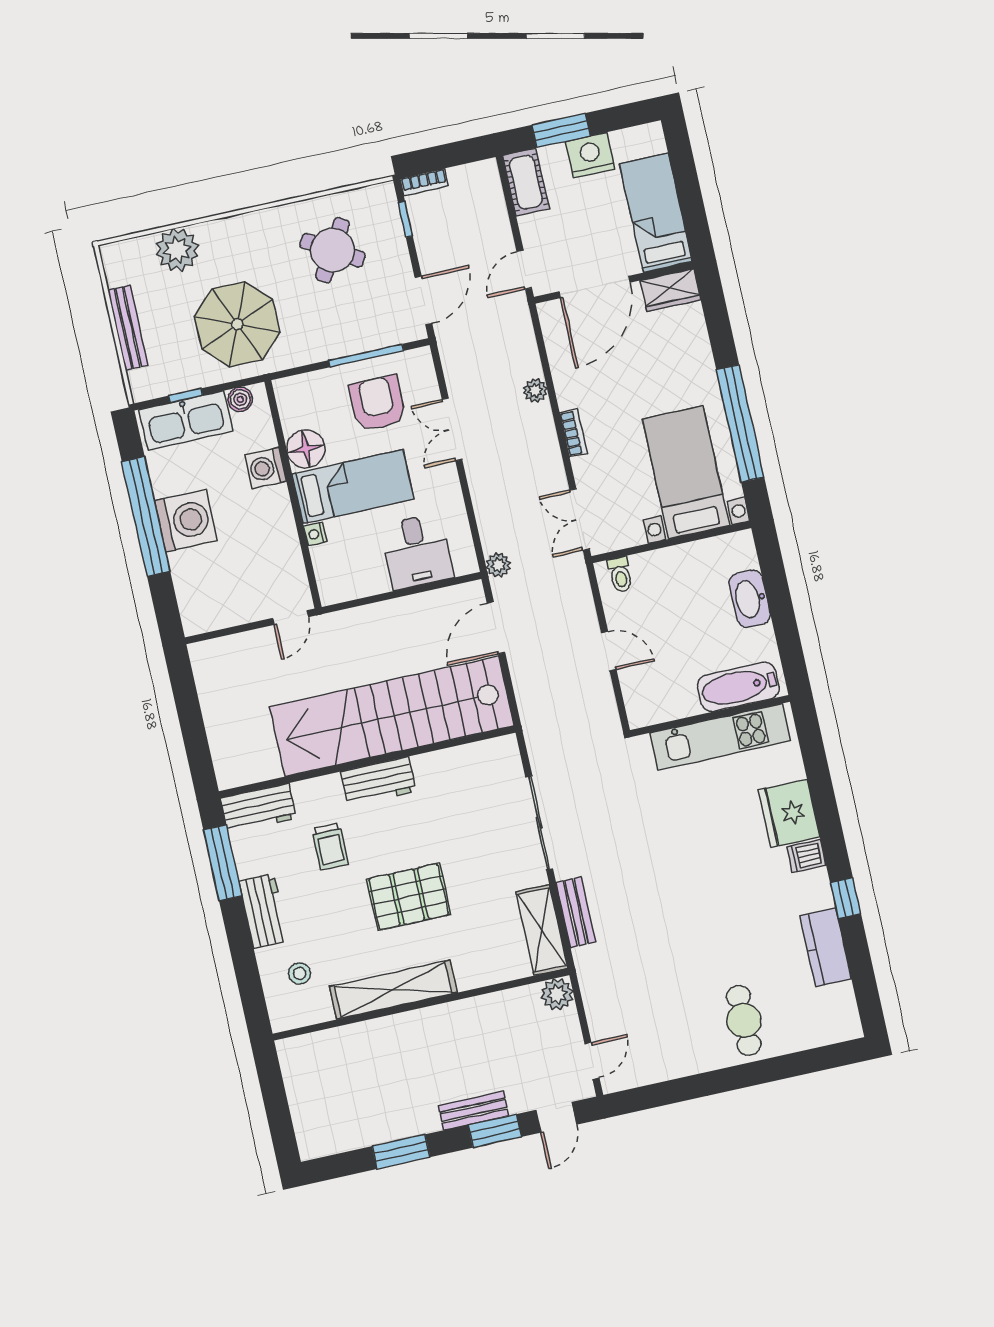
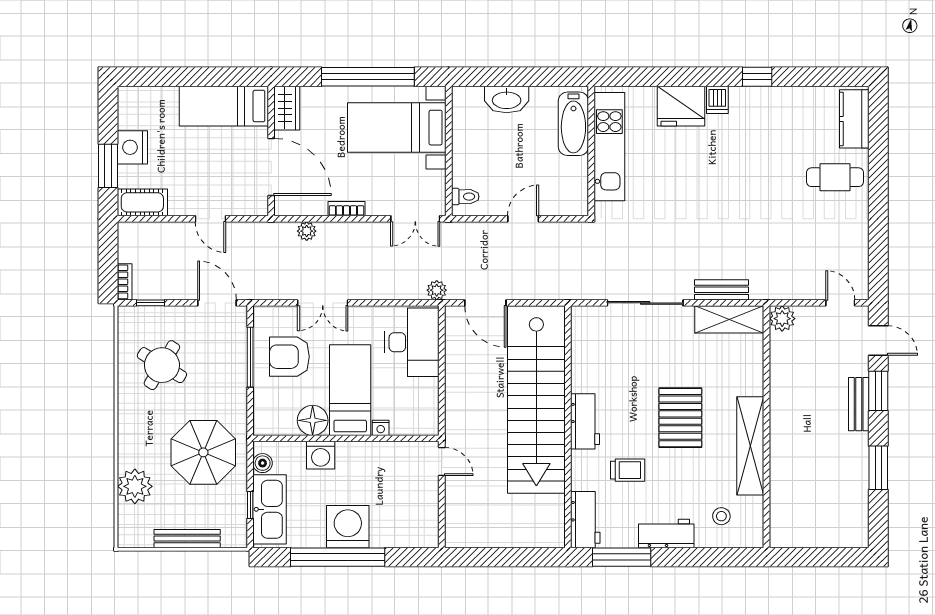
bed: (656, 213) -> (224, 106), moved
wall: (614, 283) -> (271, 151), moved
door: (594, 287) -> (271, 167), moved
wardrobe: (670, 290) -> (287, 108), moved
desk: (417, 551) -> (412, 342), width x1.37
kitchen counter: (826, 947) -> (854, 119), moved, turned 90

